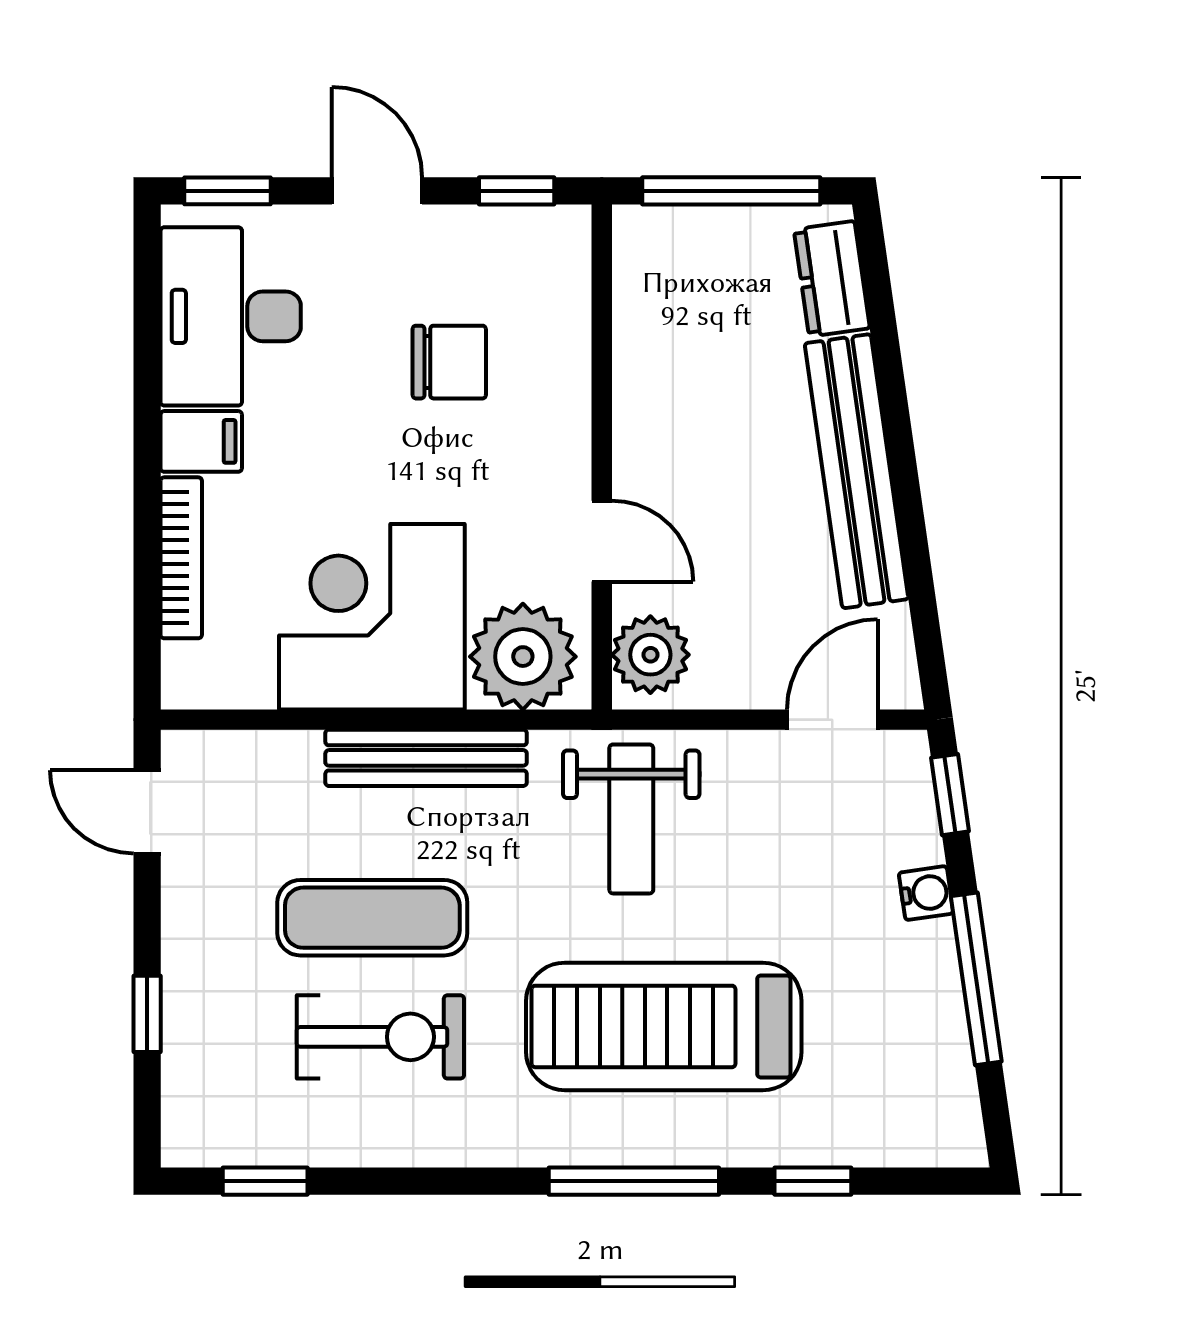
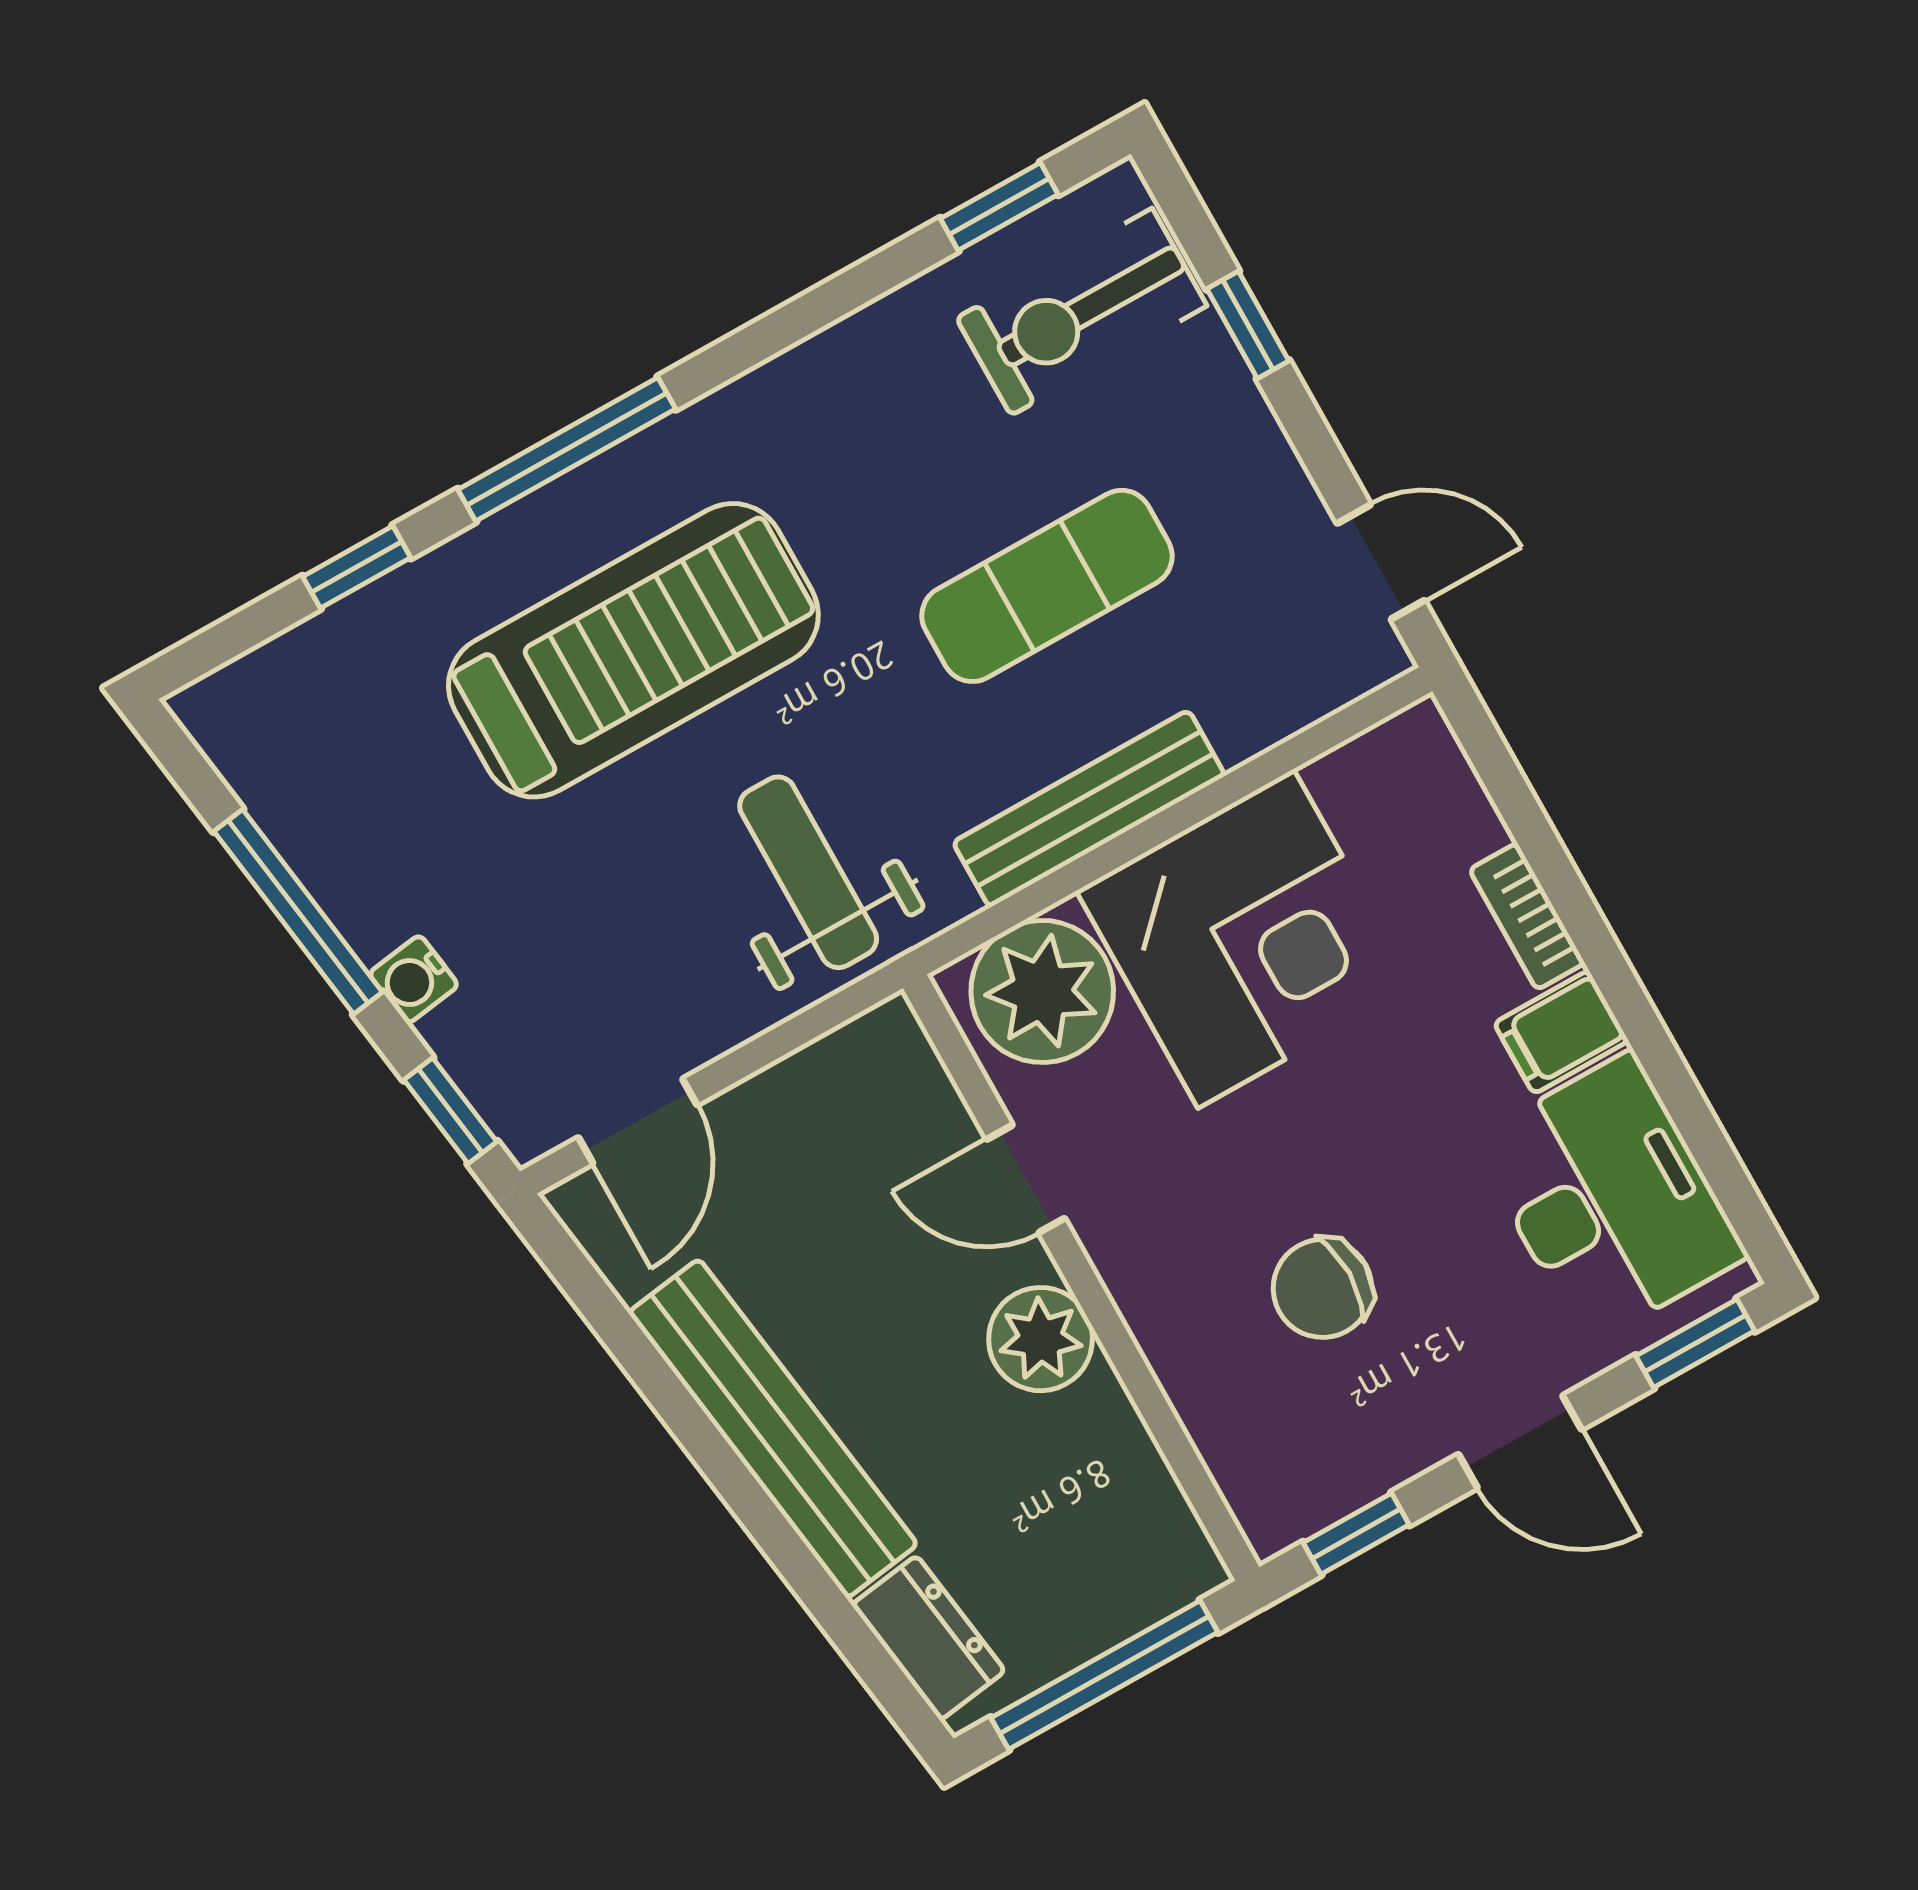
bookcase: (181, 558) -> (1527, 916), width x0.64
plant: (650, 655) -> (1041, 1339), moved
exercise bike: (380, 1037) -> (1082, 312), moved

